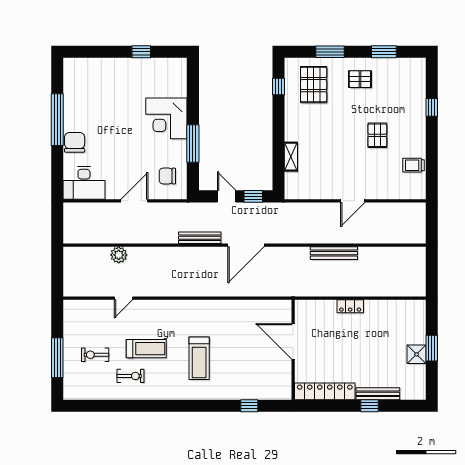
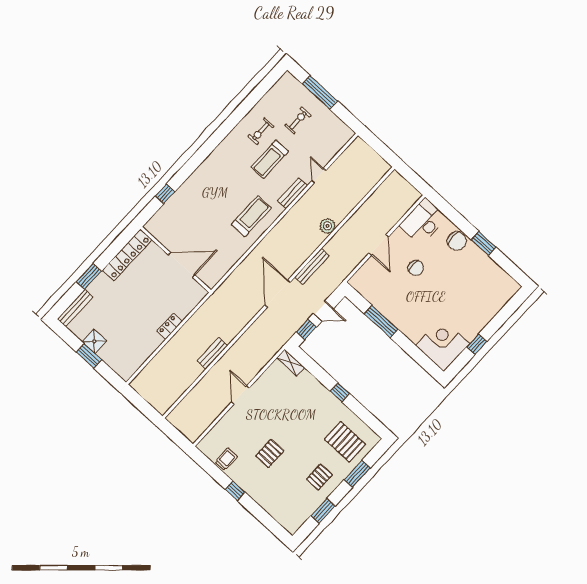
window: (278, 86) -> (340, 392), moved
window: (432, 107) -> (235, 491), moved
corner desk: (166, 118) -> (443, 345), moved
window: (57, 120) -> (484, 243), width x0.47
pallet: (377, 135) -> (270, 453), turned 90
shelving: (291, 157) -> (291, 363), moved
chair: (167, 176) -> (416, 268), moved, turned 90
bench: (334, 253) -> (212, 353), width x0.73
plant: (119, 255) -> (327, 226), moved
bench: (156, 306) -> (293, 193), added
treadmill: (199, 358) -> (251, 216), moved, turned 90
bench: (378, 394) -> (75, 308), moved
window: (369, 406) -> (89, 276), width x1.50

